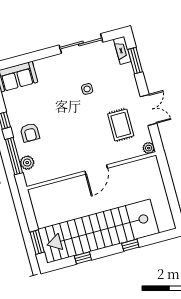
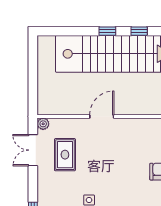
double door: (149, 110) -> (33, 150), moved
window: (130, 245) -> (107, 31), moved

